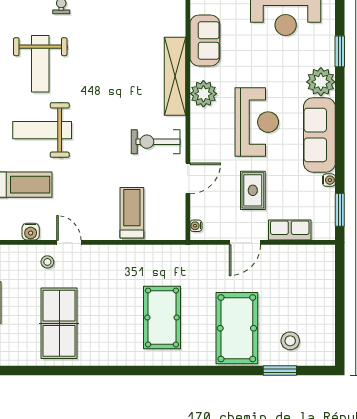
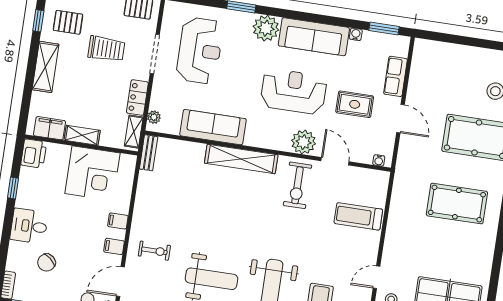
sofa: (205, 41) -> (213, 127), width x1.36
plant: (203, 94) -> (304, 142), moved

